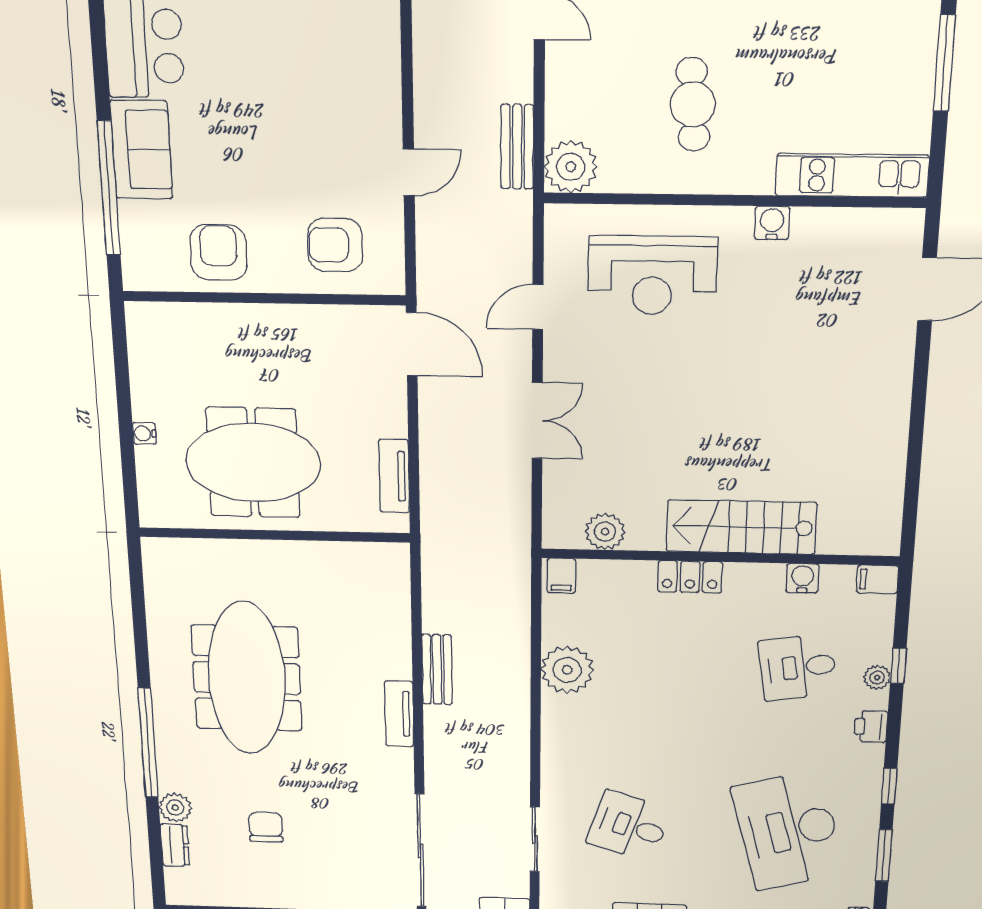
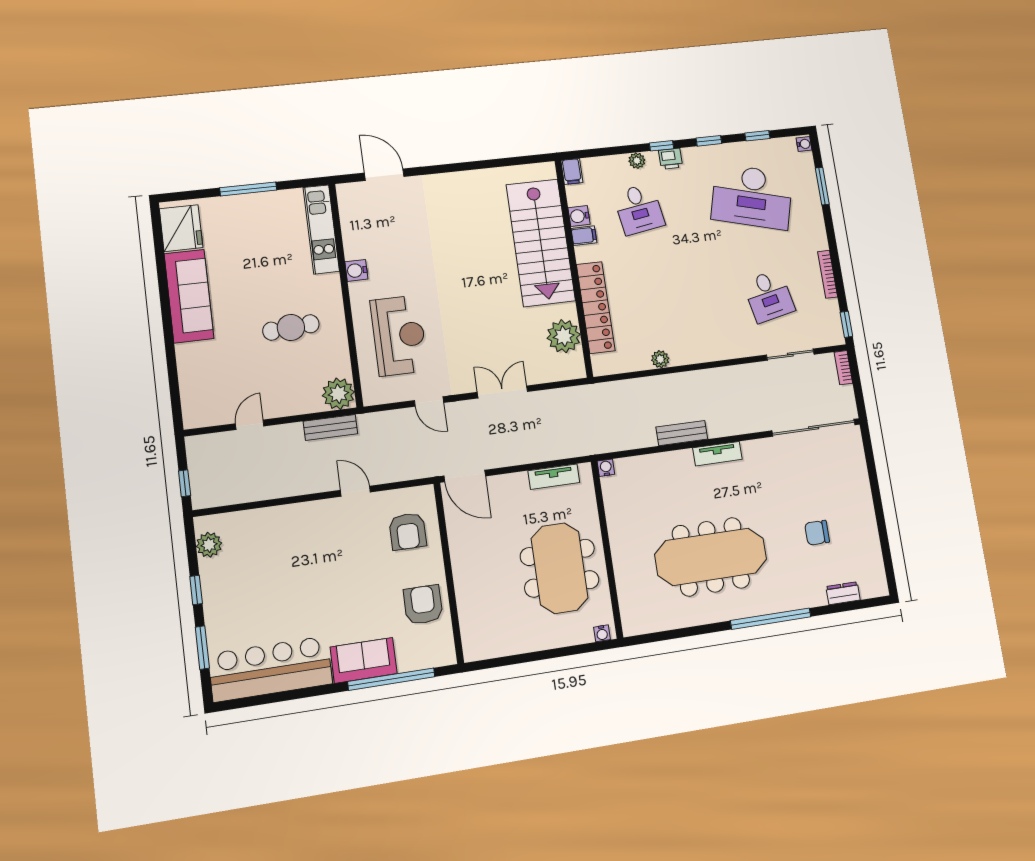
armchair: (218, 252) -> (423, 605), turned 90
door: (412, 344) -> (465, 476), swing flipped
water cooler: (144, 433) -> (602, 633), moved
stairs: (741, 527) -> (541, 243), width x1.36, depth x1.51
plant: (605, 532) -> (564, 336), width x1.36, depth x1.36
water cooler: (398, 554) -> (606, 468), added
filing cabinet: (561, 576) -> (584, 236), moved
locker: (690, 577) -> (596, 307), width x2.16, depth x1.21
window: (898, 666) -> (662, 146), moved
plant: (567, 670) -> (660, 359), width x0.53, depth x0.53
plant: (175, 808) -> (815, 596), removed
desk: (629, 826) -> (769, 296), turned -30
desk: (788, 831) -> (752, 197), turned 30
window: (884, 855) -> (757, 136), width x0.67

